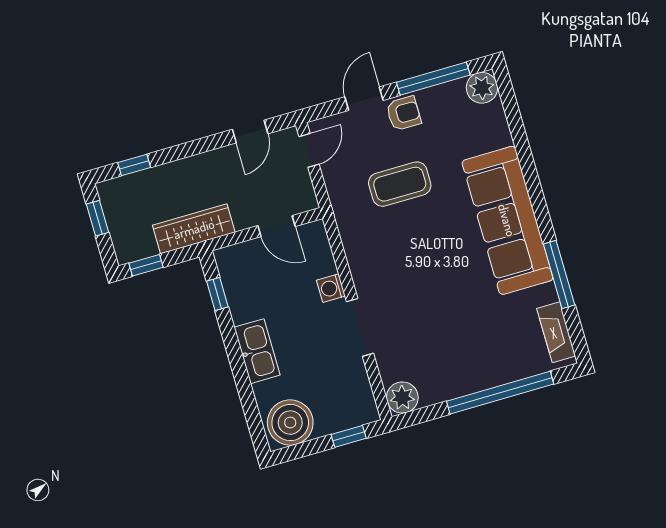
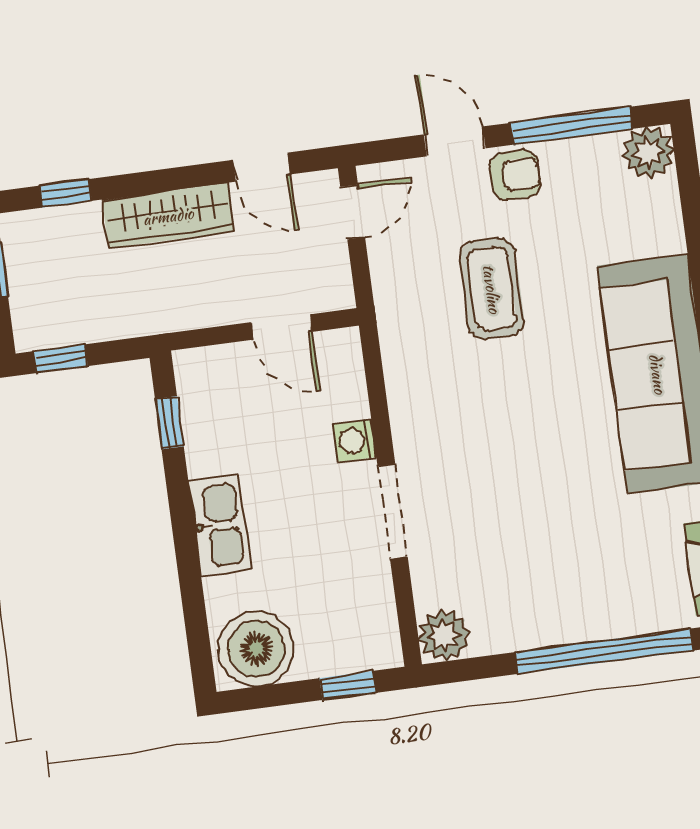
door: (364, 99) -> (455, 141), hinge flipped
door: (250, 132) -> (262, 167), hinge flipped
coffee table: (400, 184) -> (492, 289), turned 90
wardrobe: (194, 229) -> (168, 216), moved, turned 180

